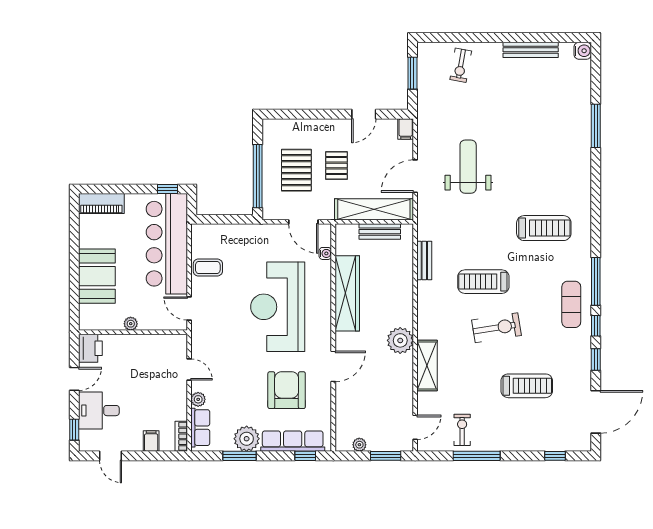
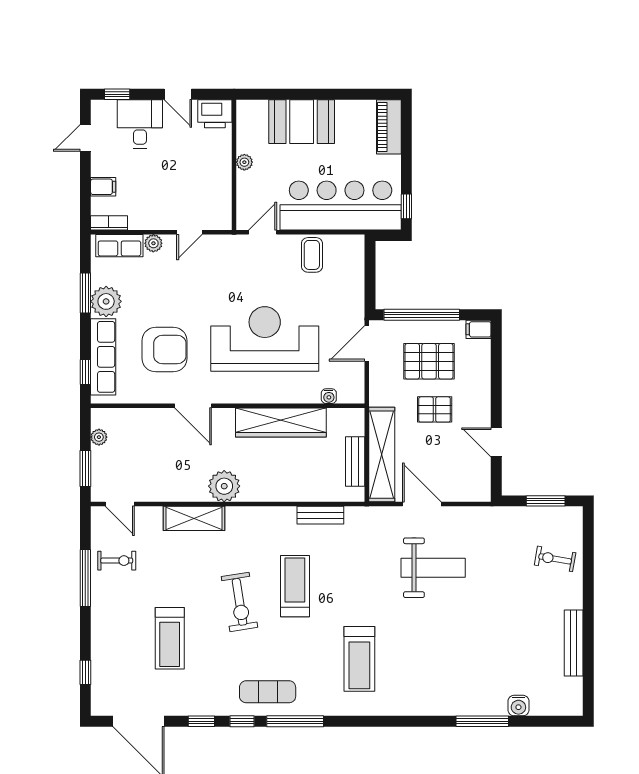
water cooler: (583, 51) -> (518, 706), moved
filing cabinet: (406, 129) -> (478, 329), moved
door: (303, 222) -> (367, 343), moved

